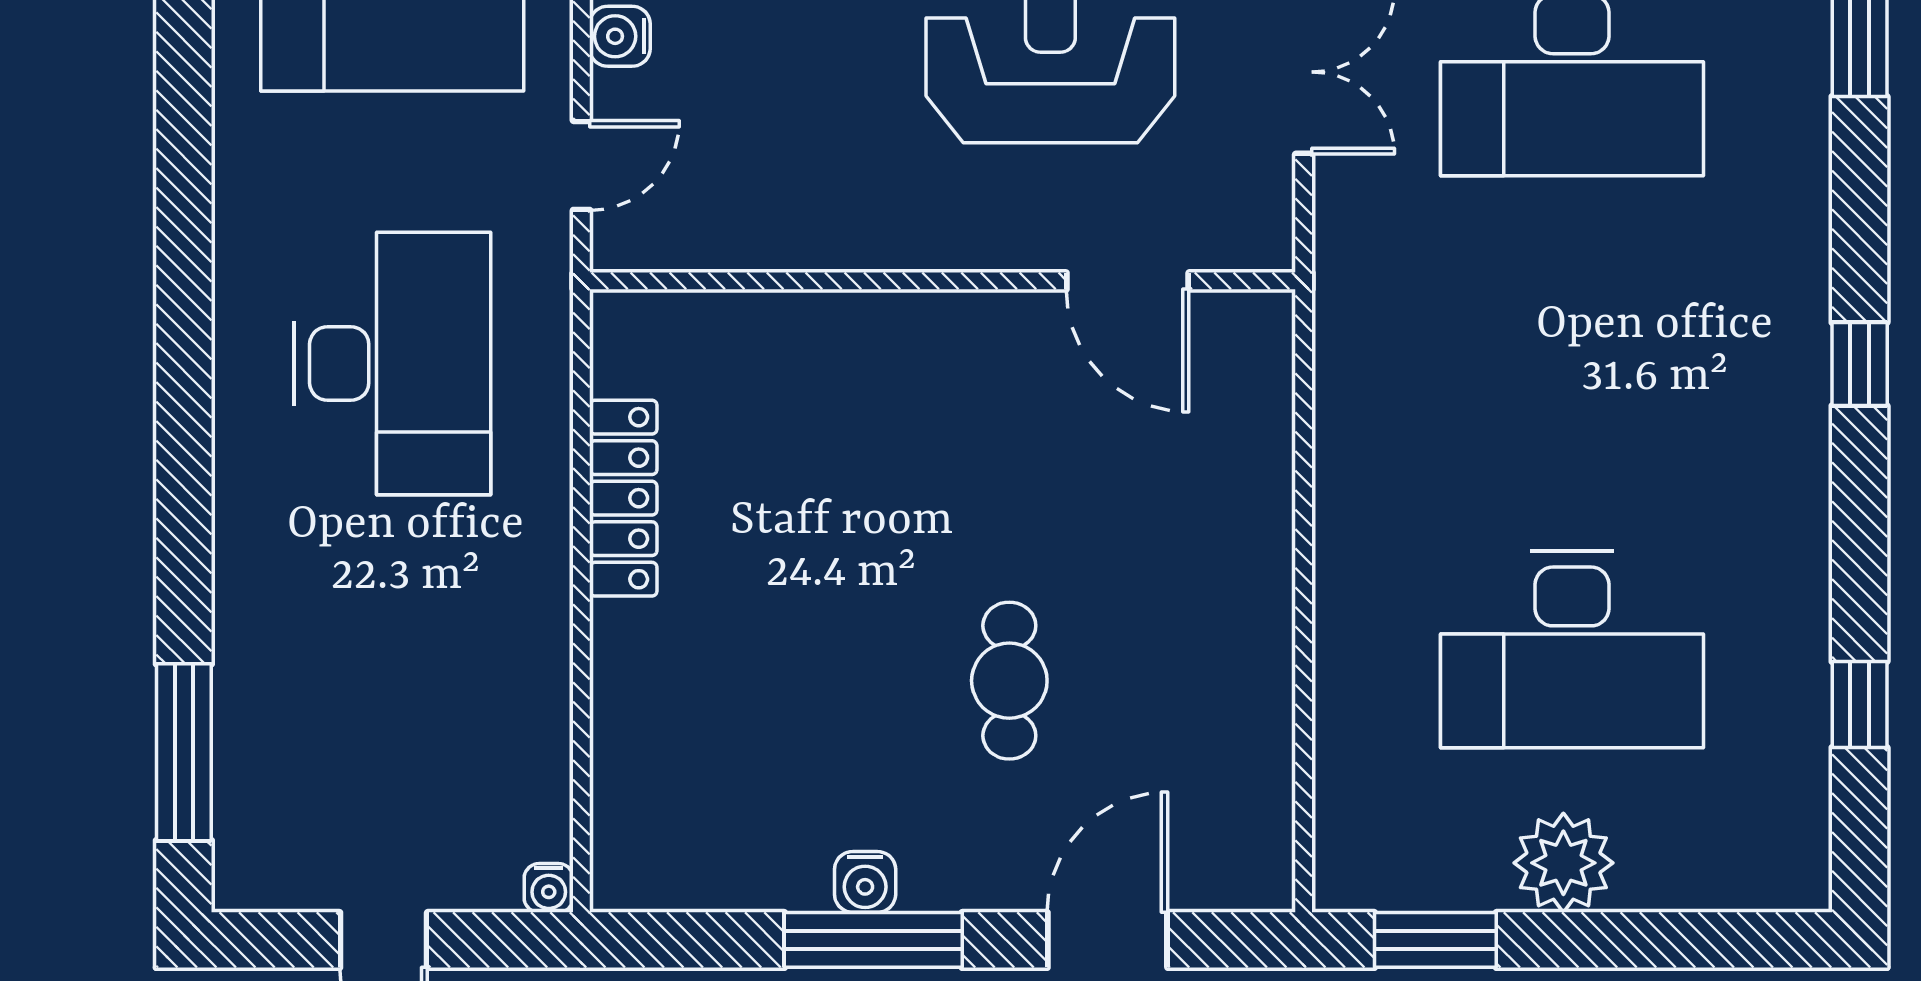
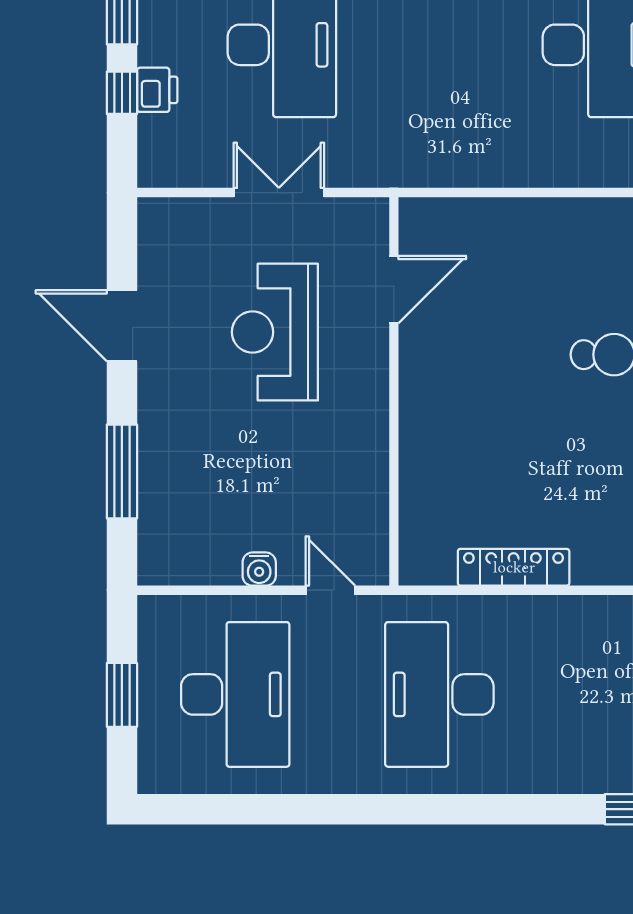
desk: (392, 364) -> (439, 694), turned -90

